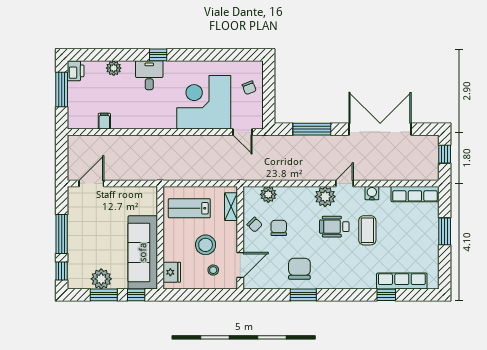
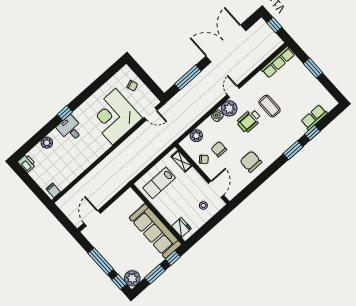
window: (62, 90) -> (28, 181), removed
filing cabinet: (104, 121) -> (53, 190), moved
water cooler: (372, 193) -> (217, 116), moved
stool: (206, 245) -> (186, 195), removed
plant: (101, 279) -> (132, 278), moved
row of seats: (402, 281) -> (314, 117), width x0.68
window: (303, 295) -> (293, 150), moved

